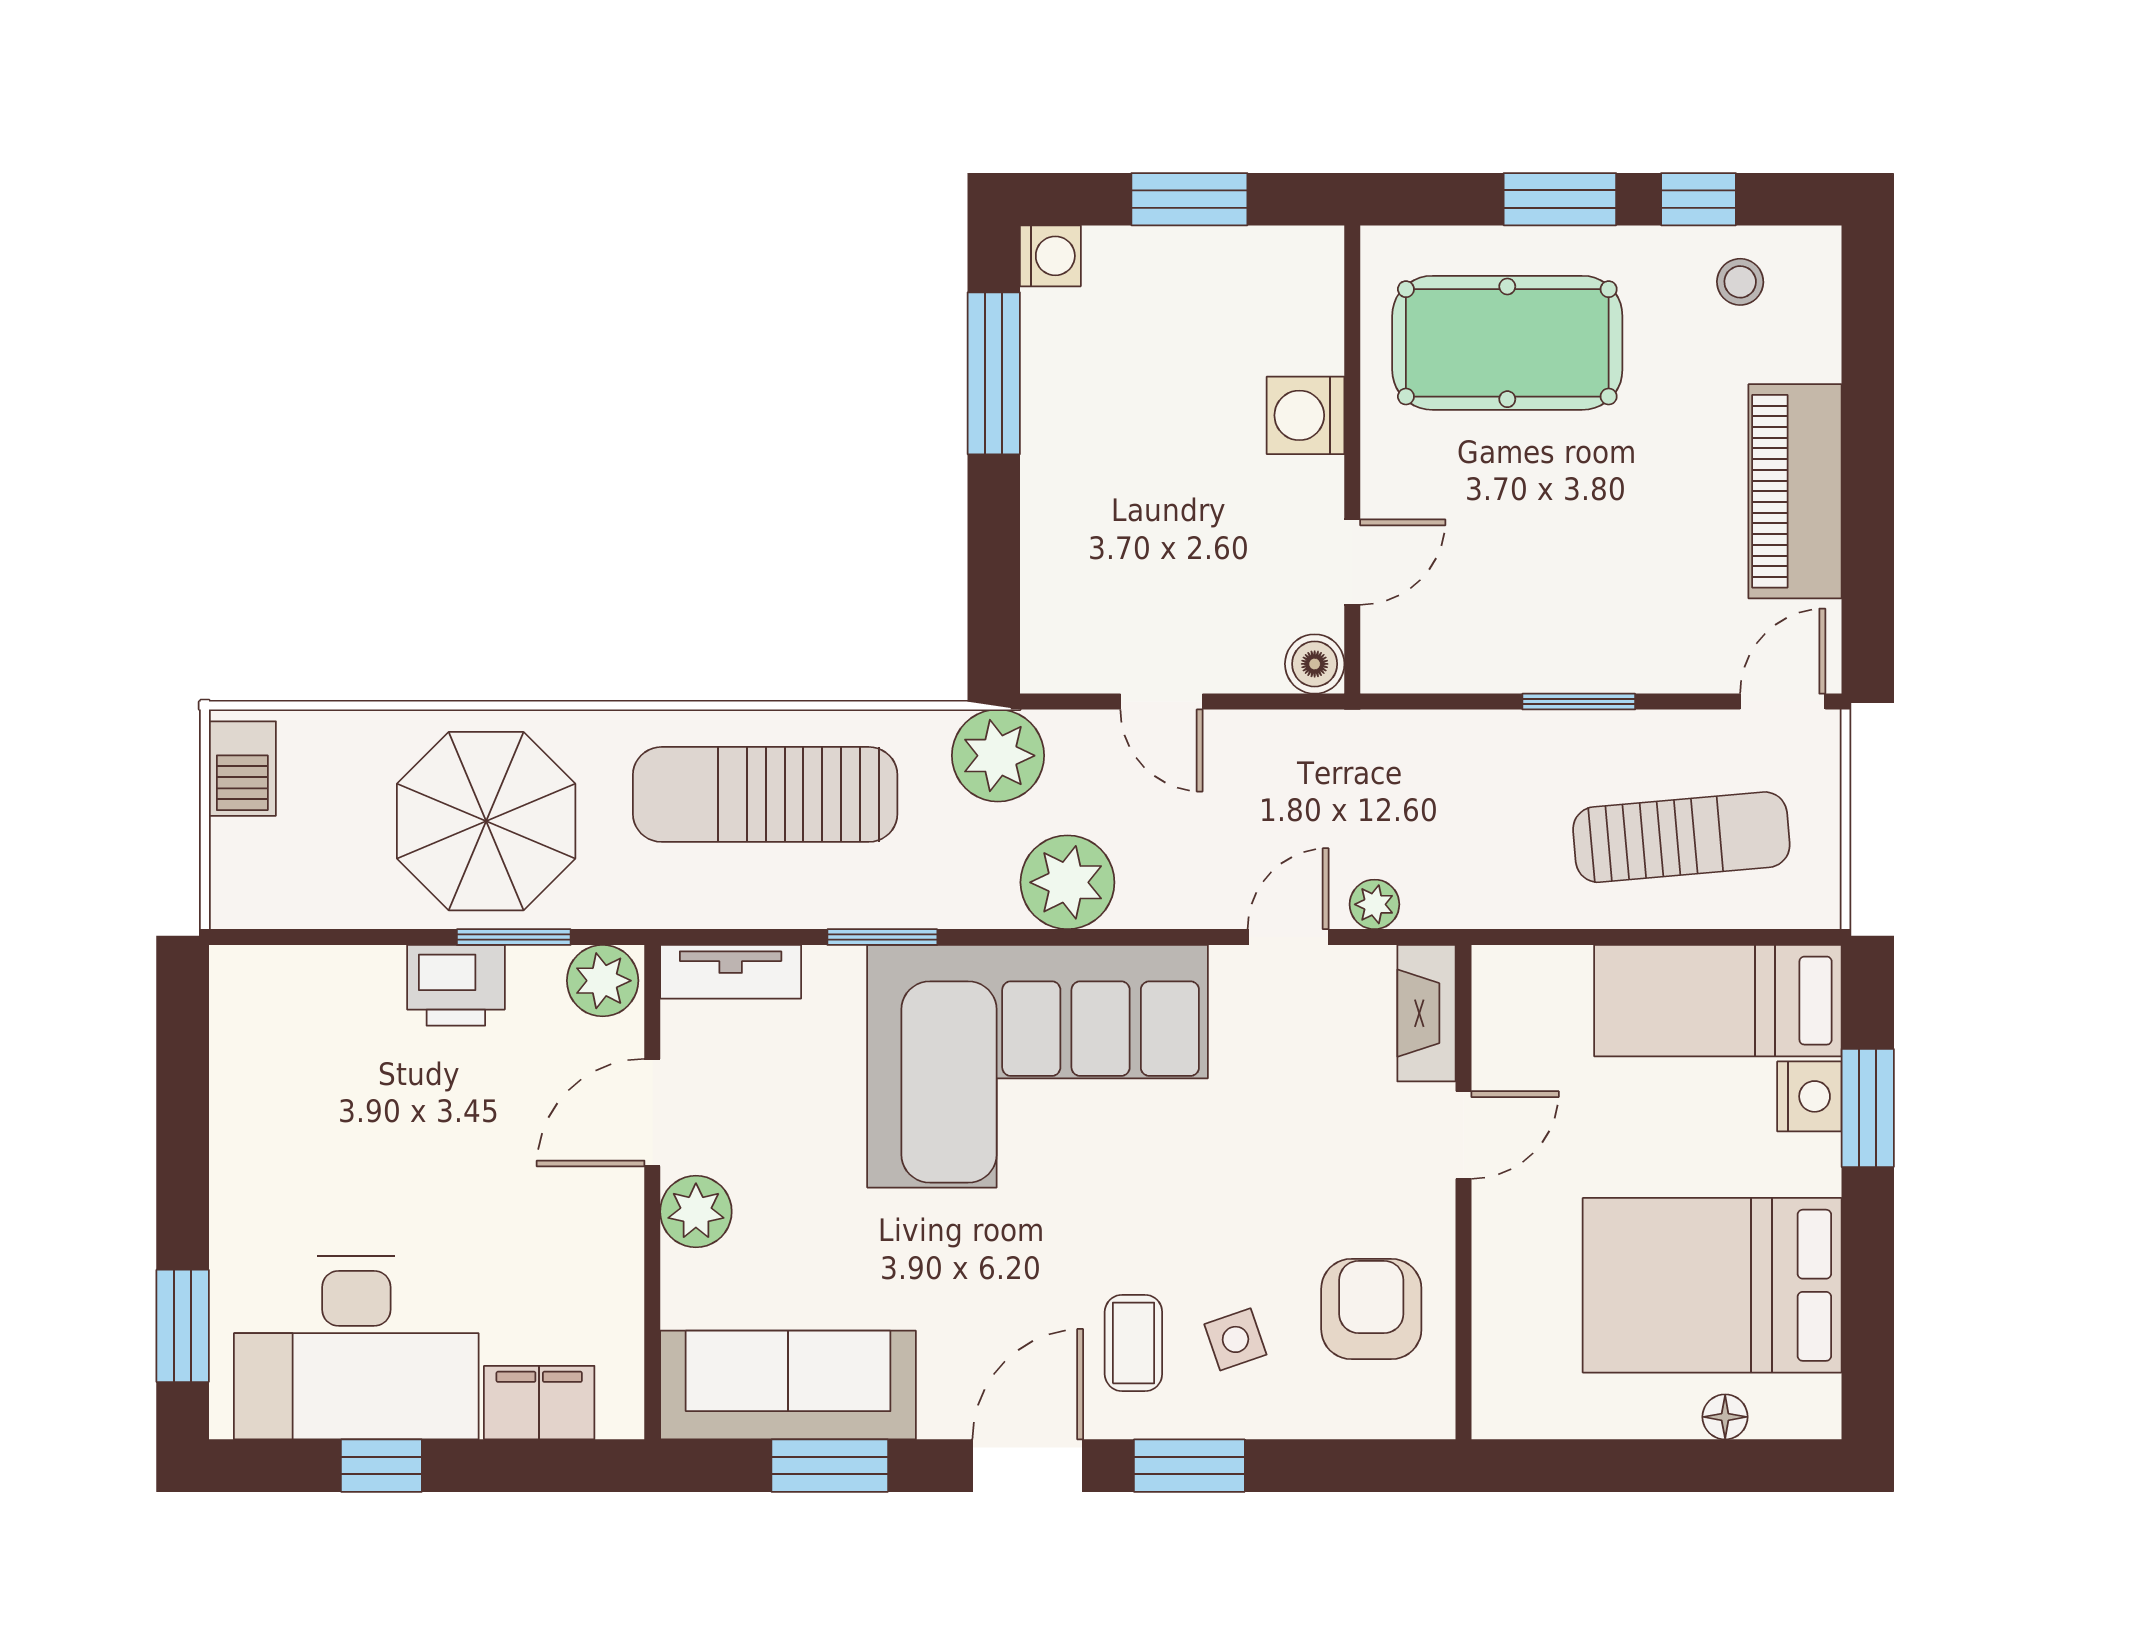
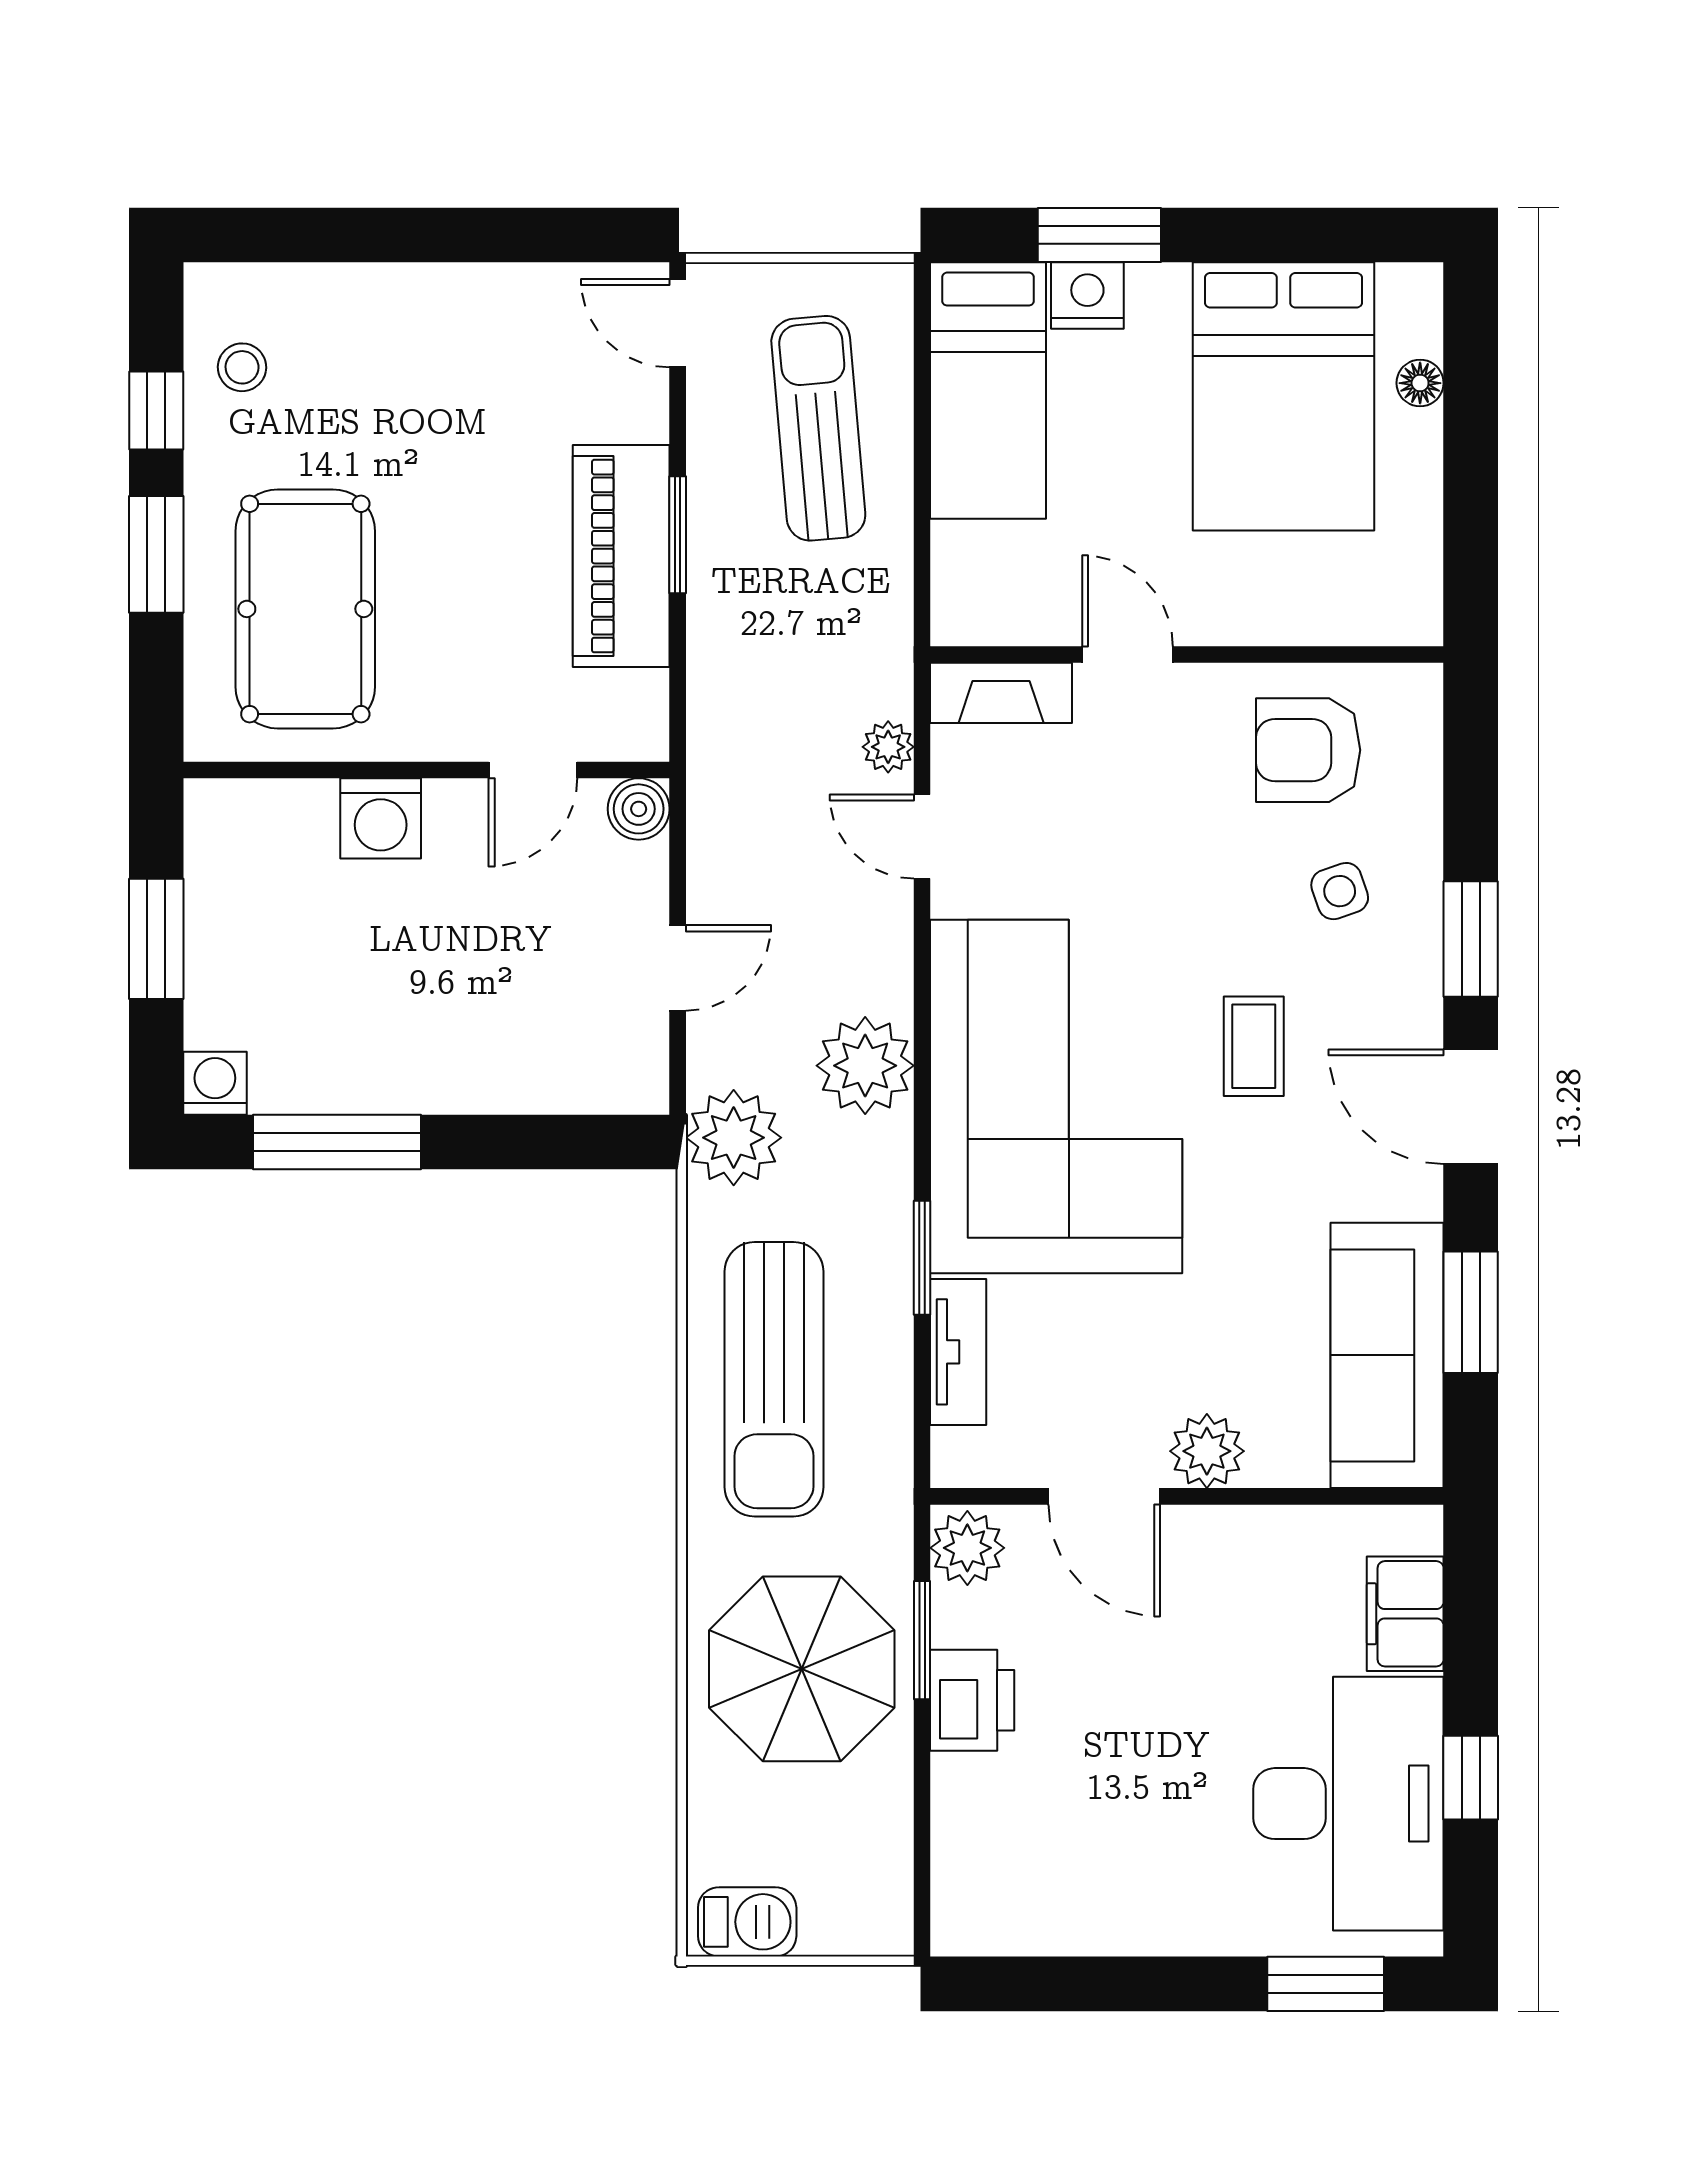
piano: (1795, 491) -> (621, 556), moved, turned 90
door: (1352, 562) -> (533, 770), swing flipped
tv unit: (731, 972) -> (958, 1352), moved
coffee table: (1133, 1343) -> (1254, 1046), moved, turned 90

